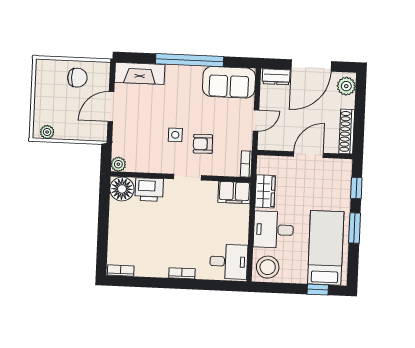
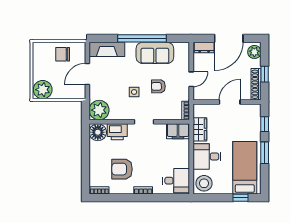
chair: (77, 78) -> (63, 54), turned 180
sofa: (229, 82) -> (155, 53), moved
window: (359, 118) -> (265, 74), added
plant: (47, 132) -> (43, 90), width x1.88, depth x1.88
armchair: (203, 144) -> (158, 86), moved
plant: (118, 164) -> (99, 110), width x1.87, depth x1.87
armchair: (154, 242) -> (122, 169), added

